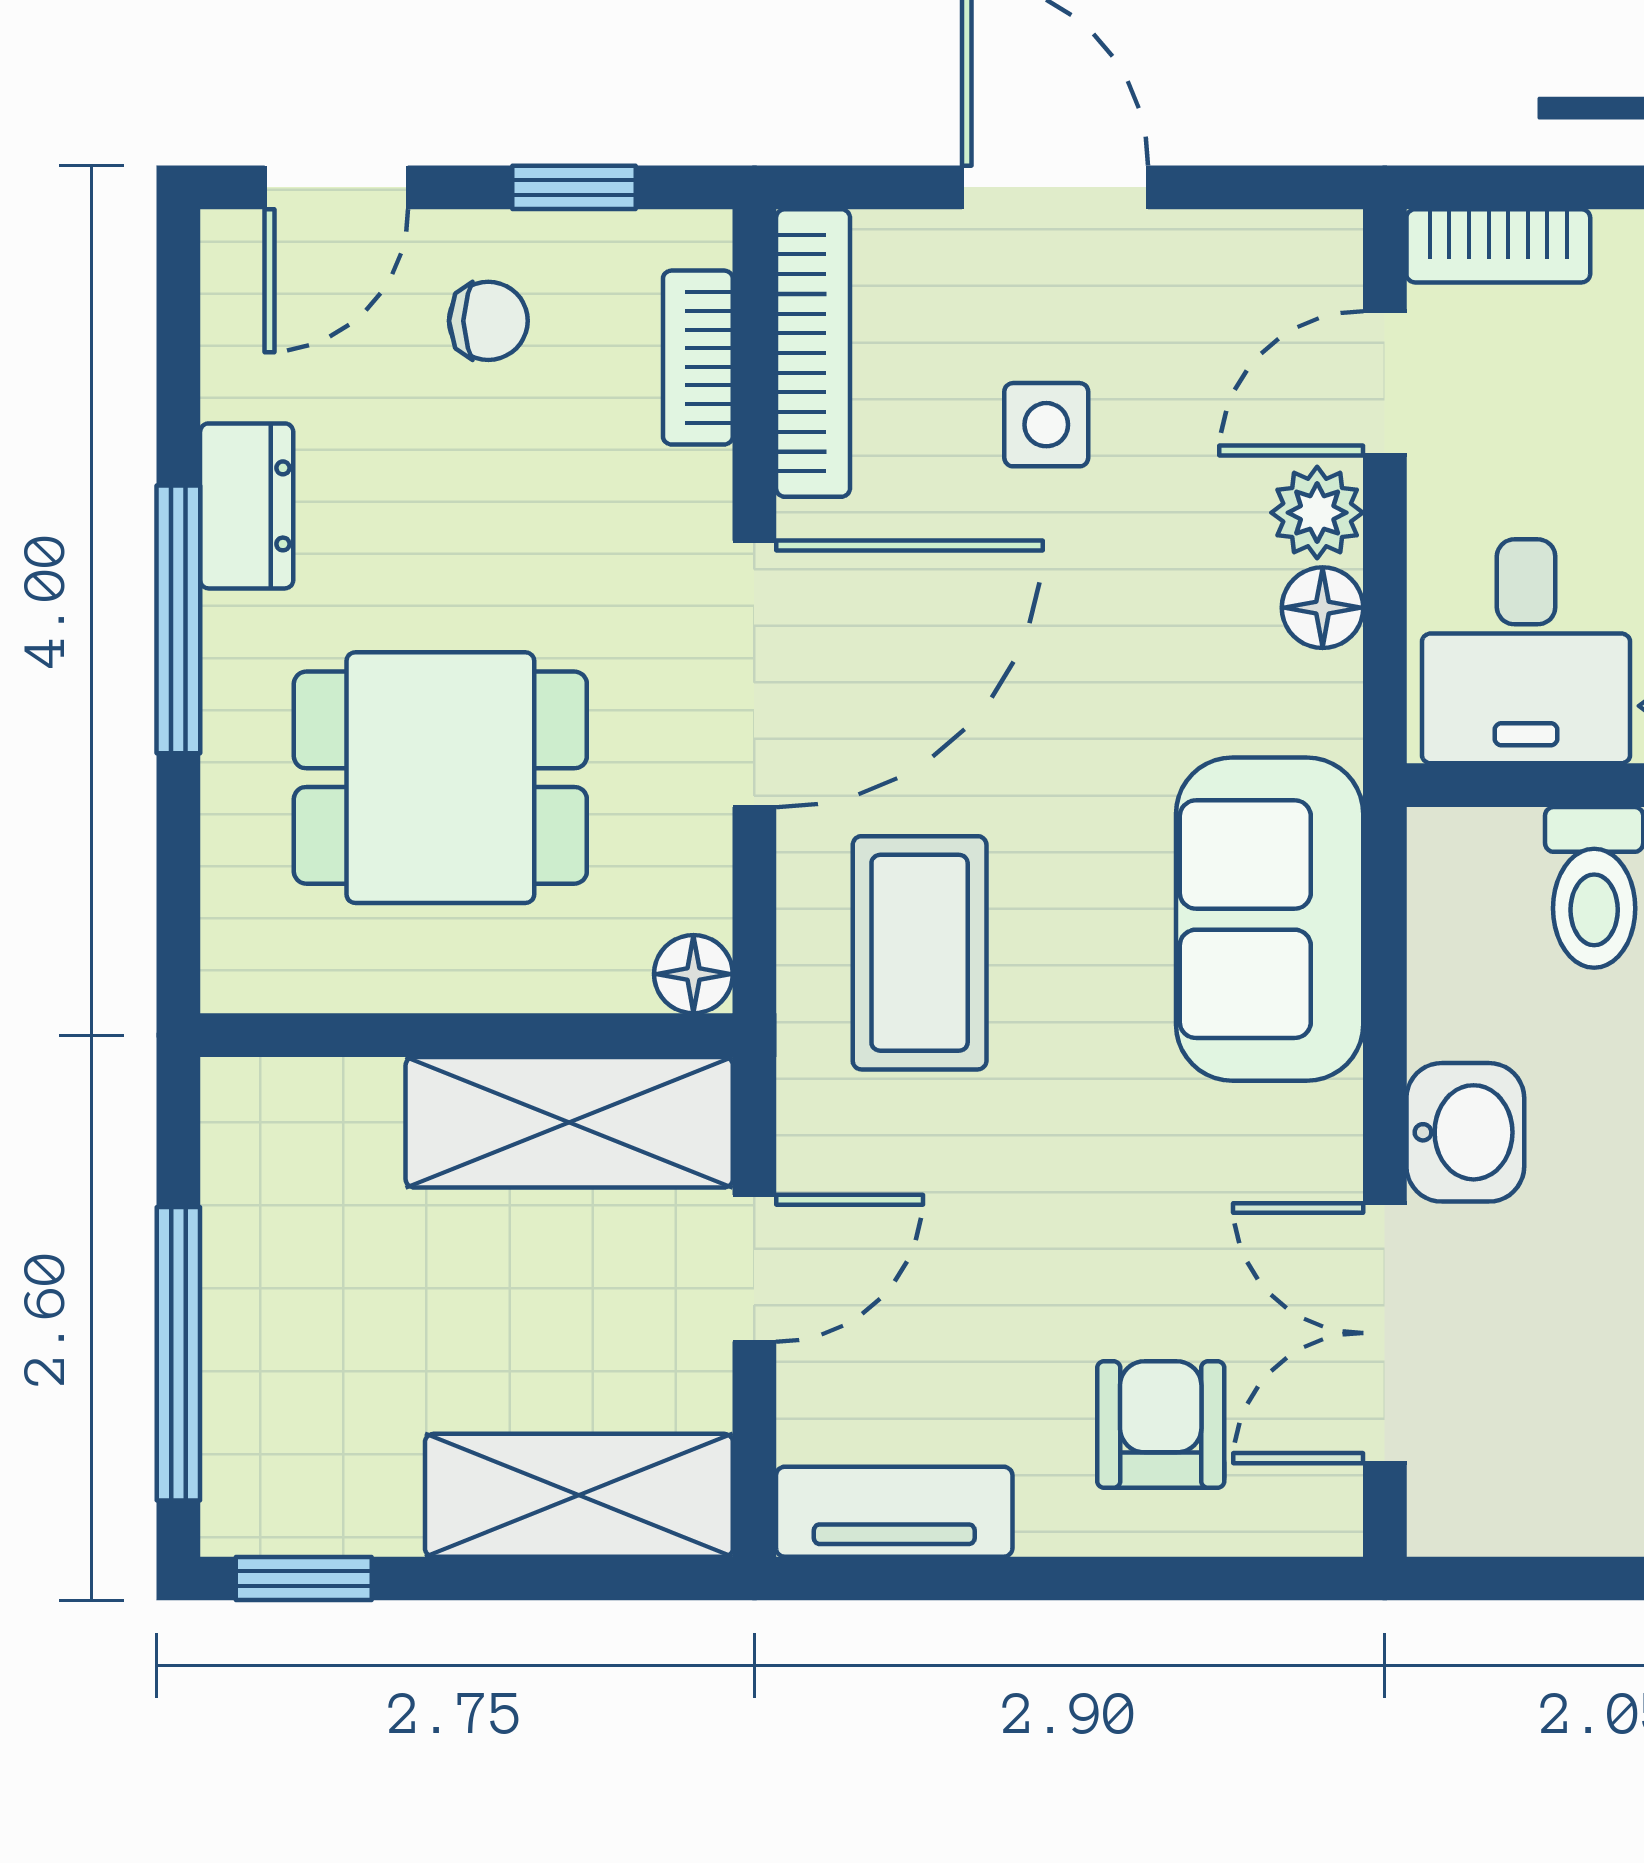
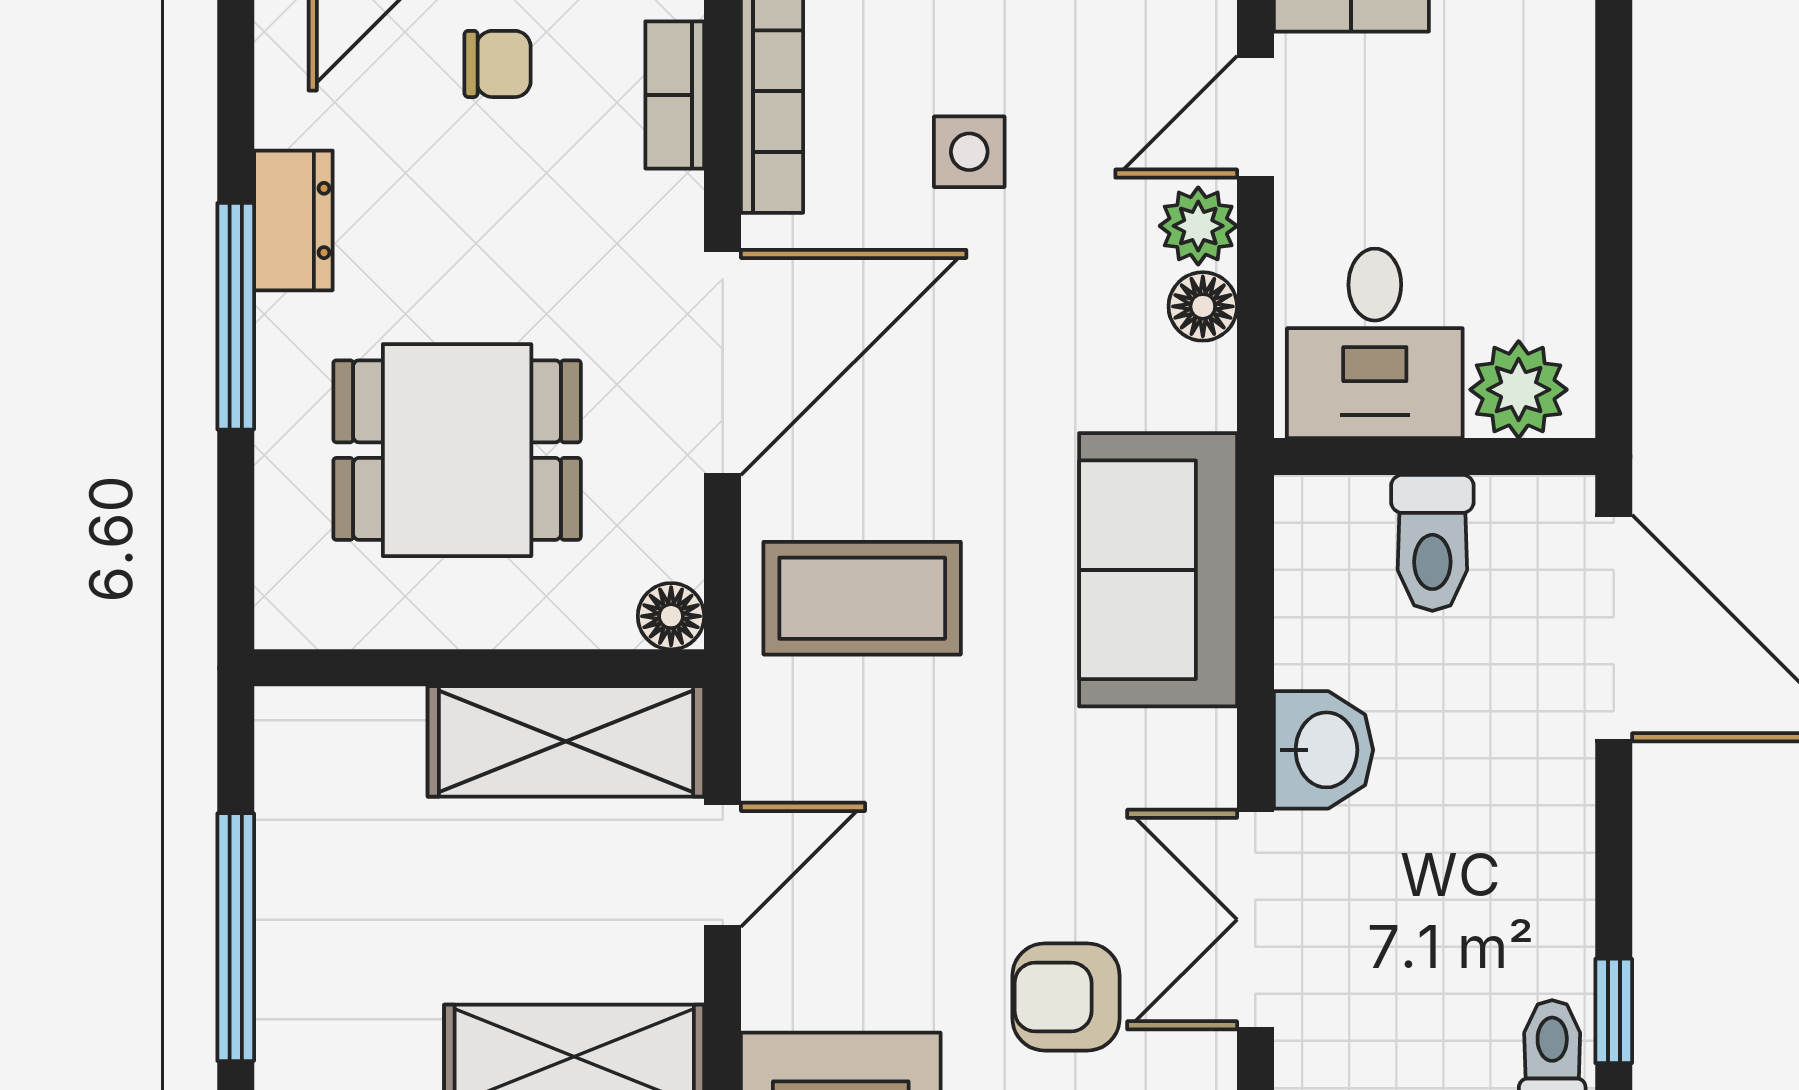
coffee table: (920, 953) -> (862, 598), turned 90
armchair: (1161, 1425) -> (1066, 997), turned -90

